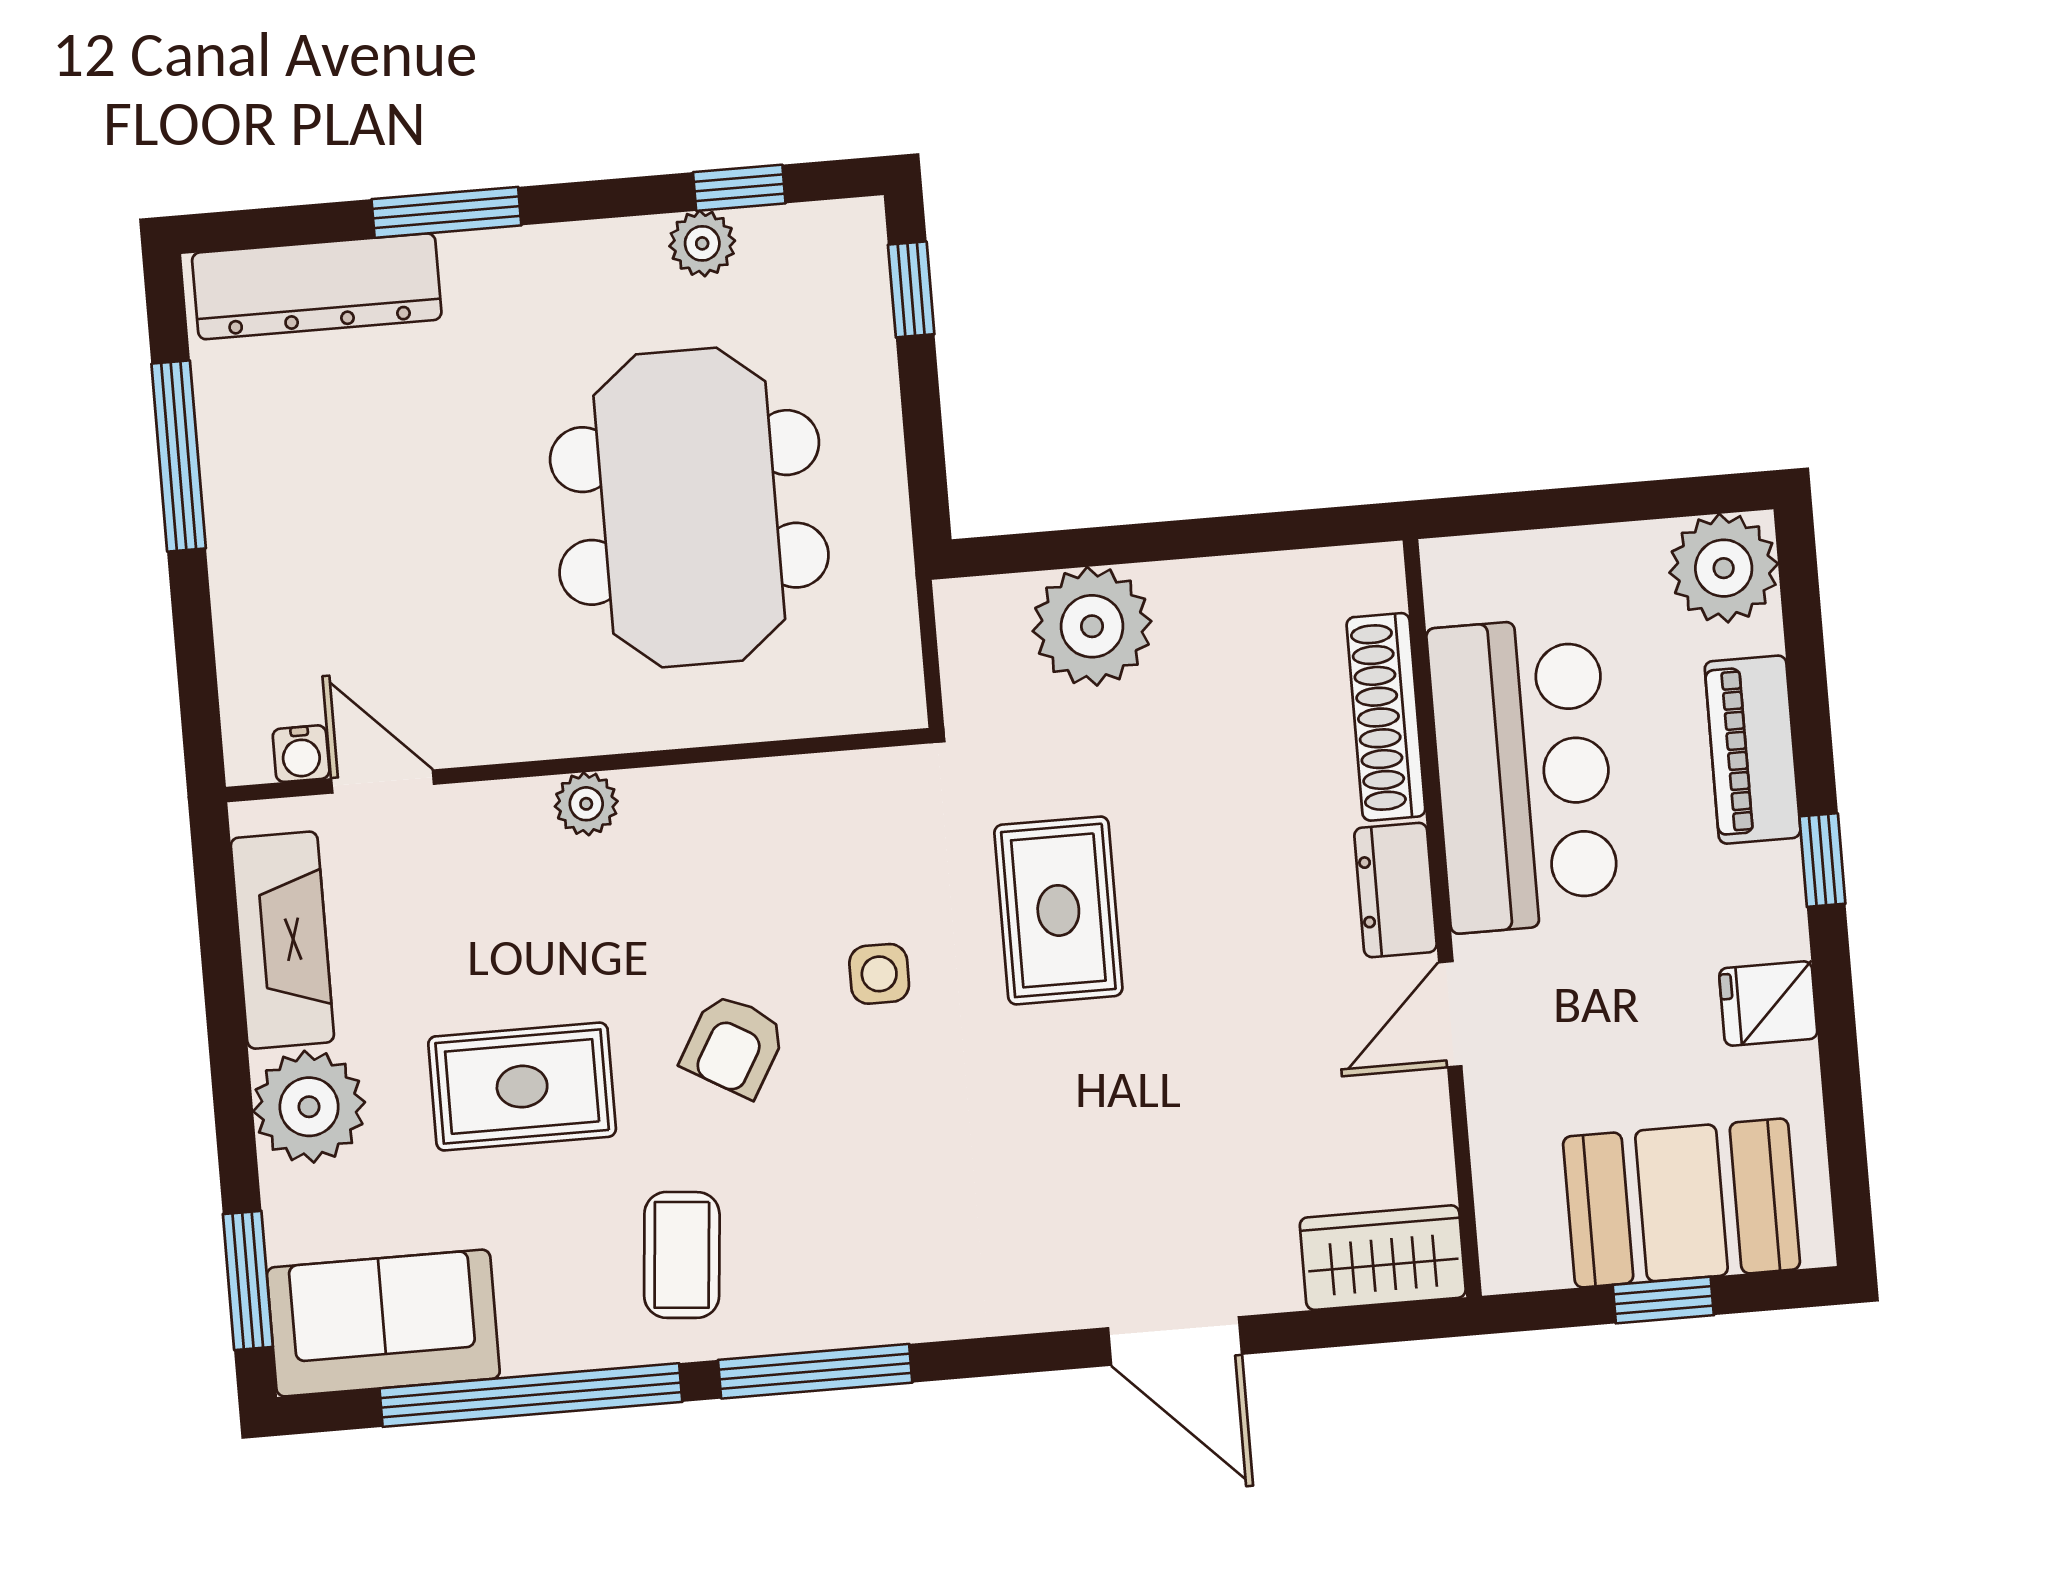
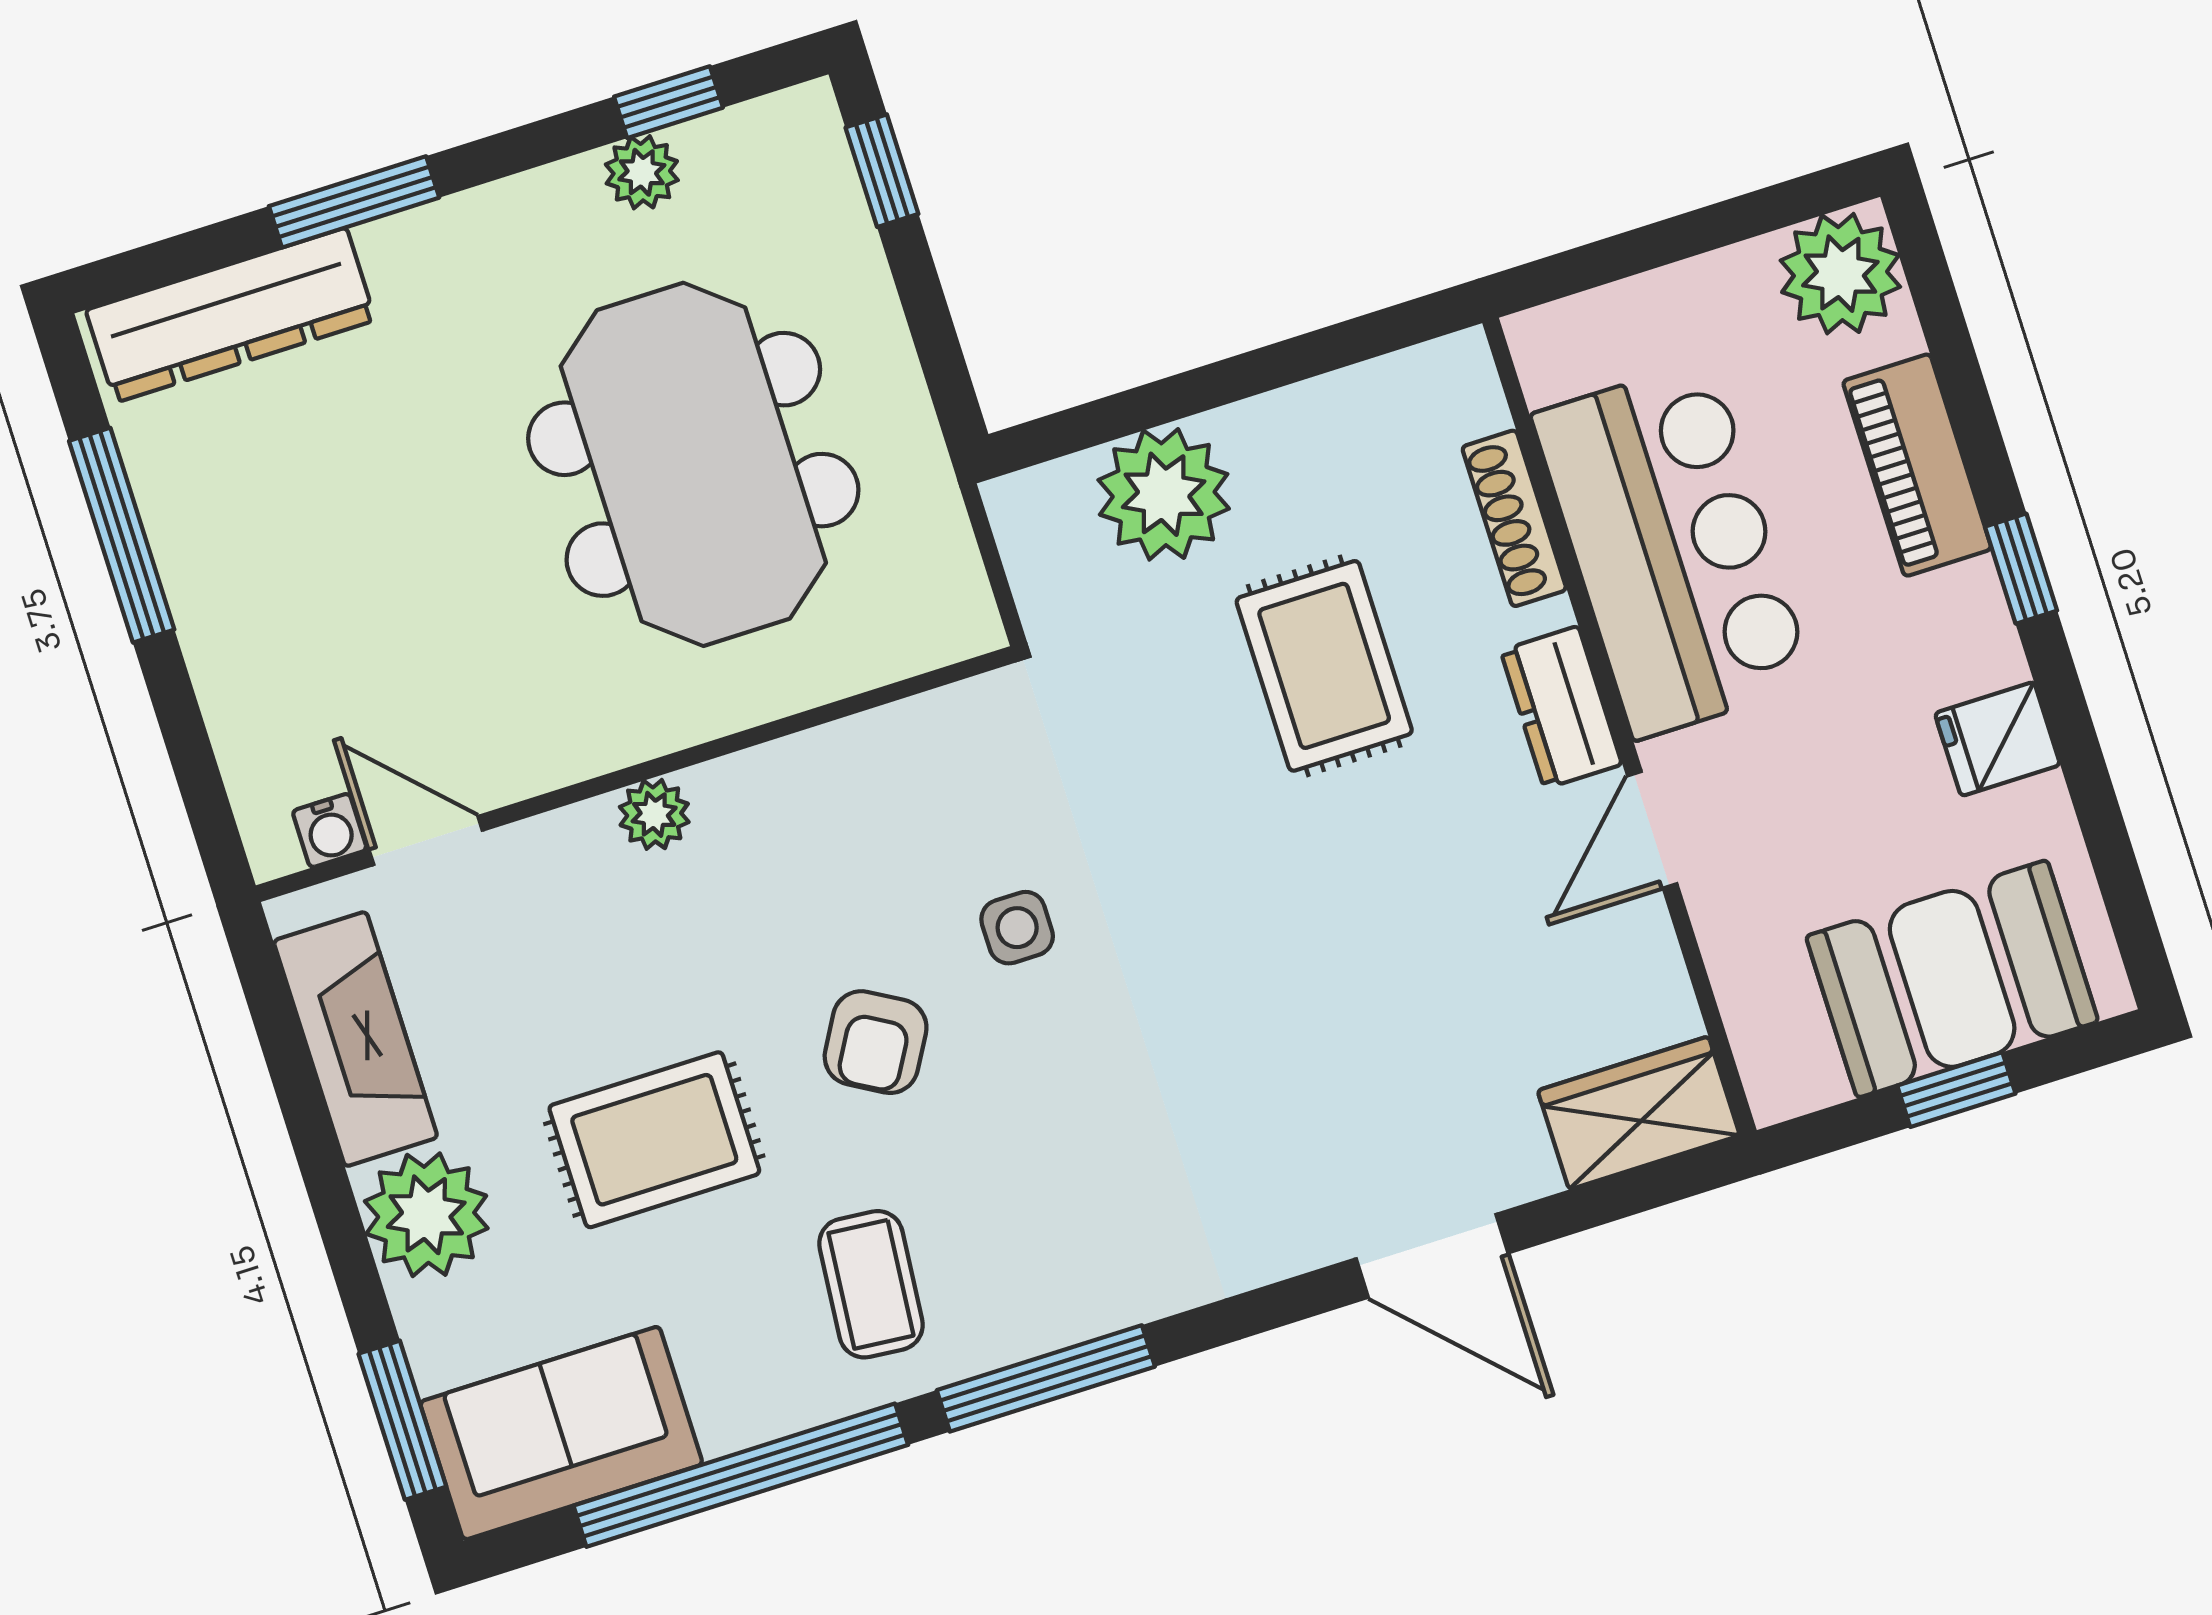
shoe rack: (1386, 717) -> (1514, 518), width x0.74, depth x0.81
rug: (1058, 910) -> (1324, 666), moved

